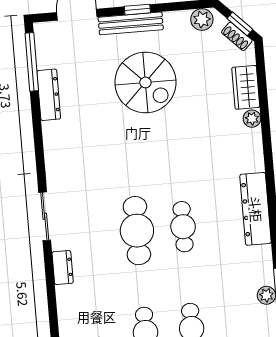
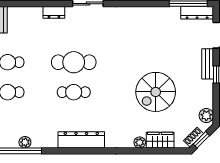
bench: (131, 23) -> (208, 64), width x0.73
spiral stairs: (145, 82) -> (156, 92), moved
dresser: (49, 95) -> (197, 13), moved

